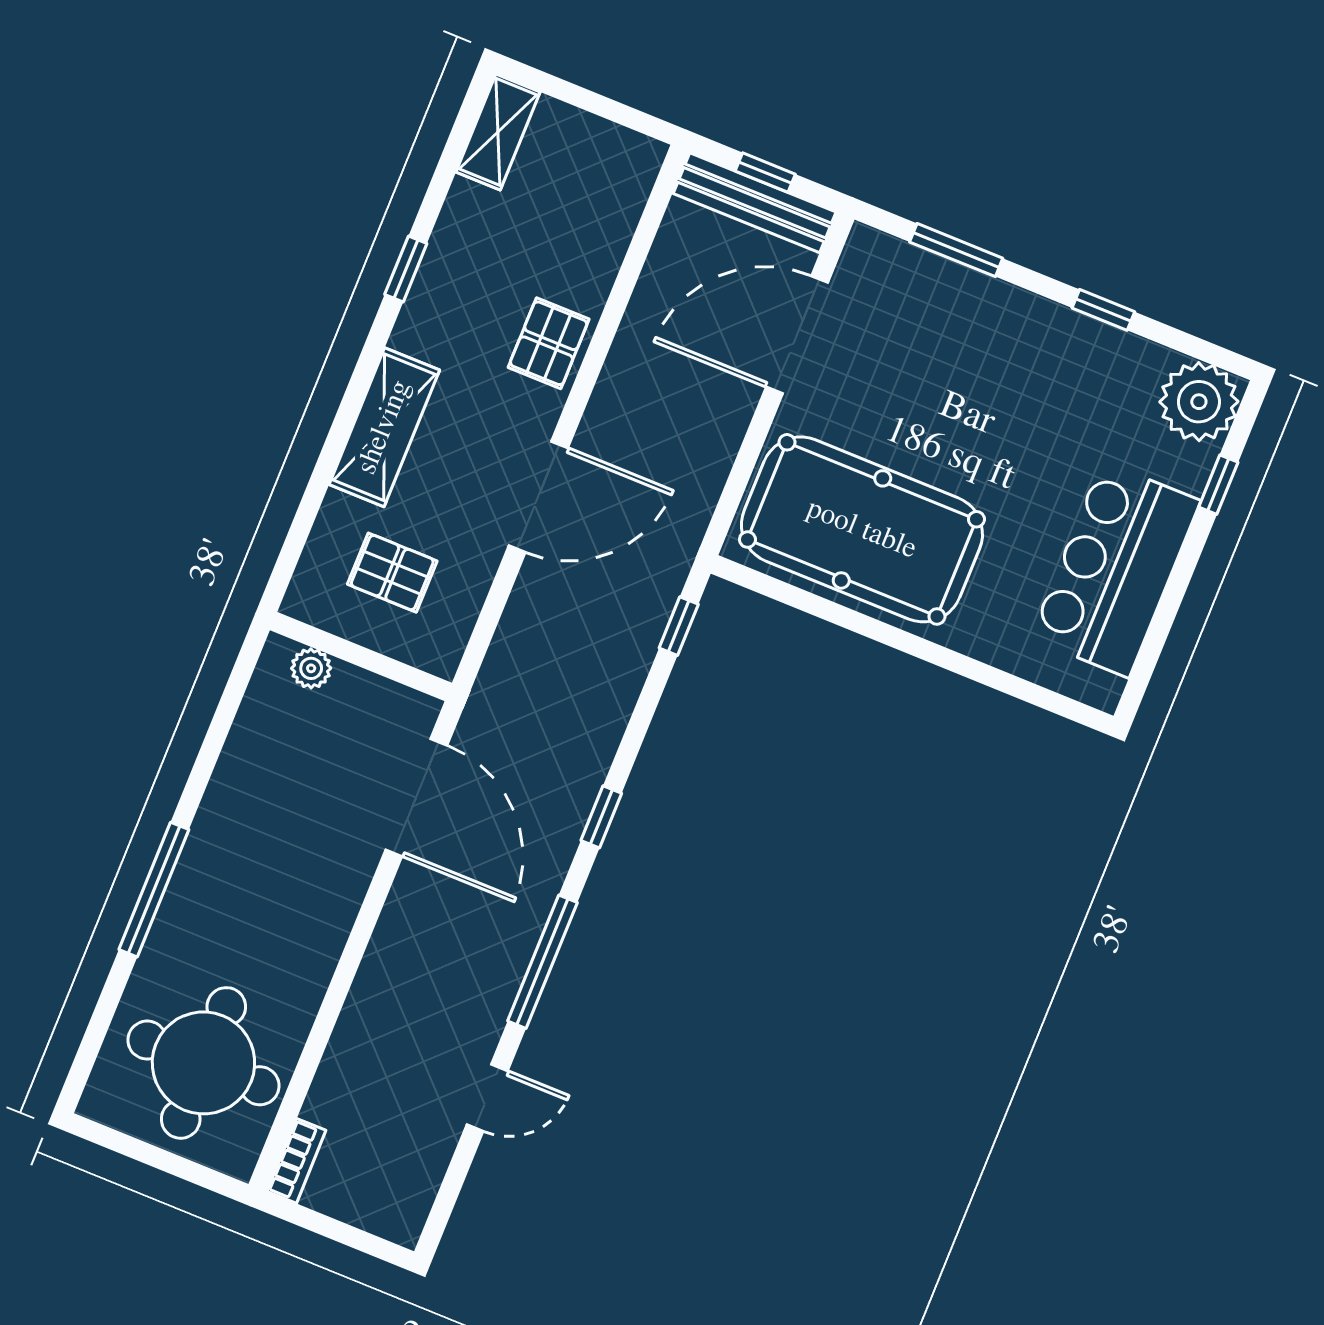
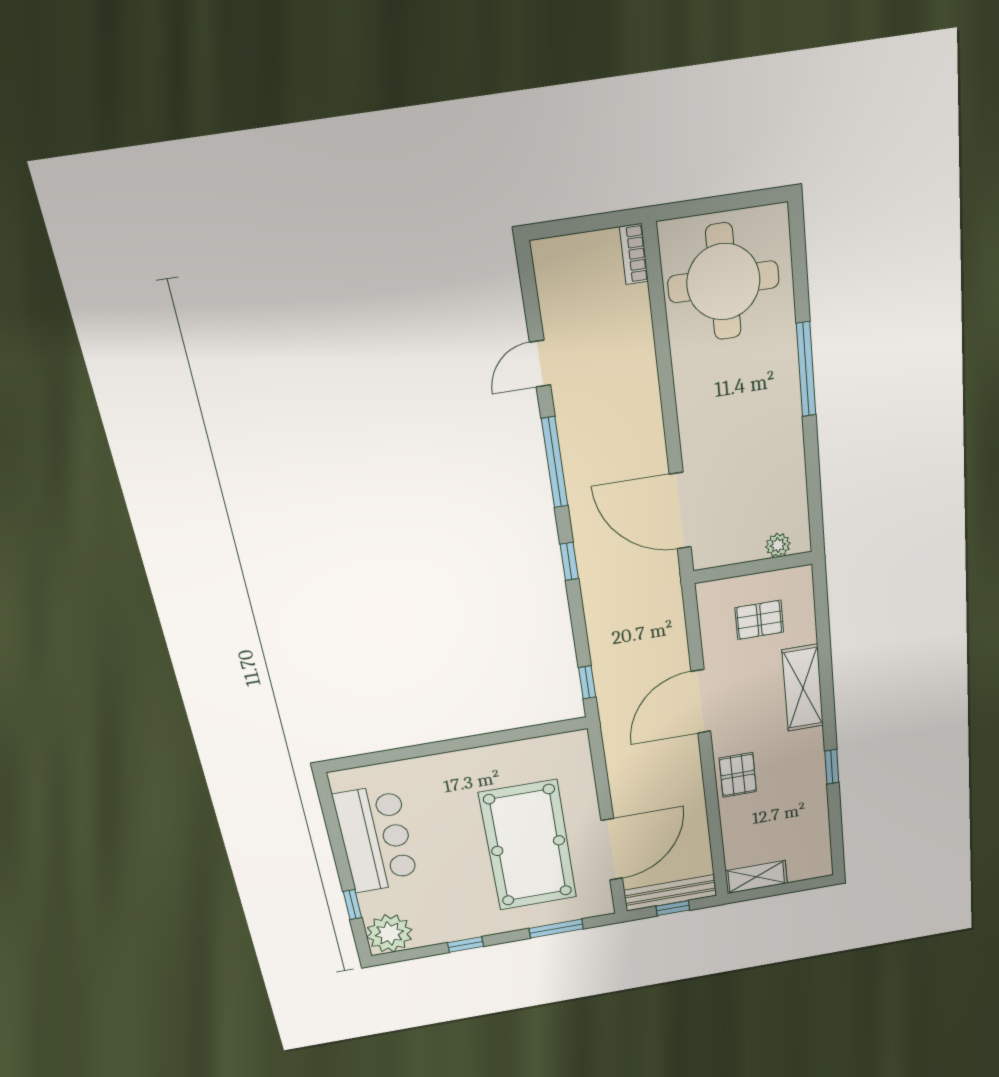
shelving: (498, 132) -> (756, 877), moved, turned 90
pool table: (862, 529) -> (528, 846), moved, turned 90

